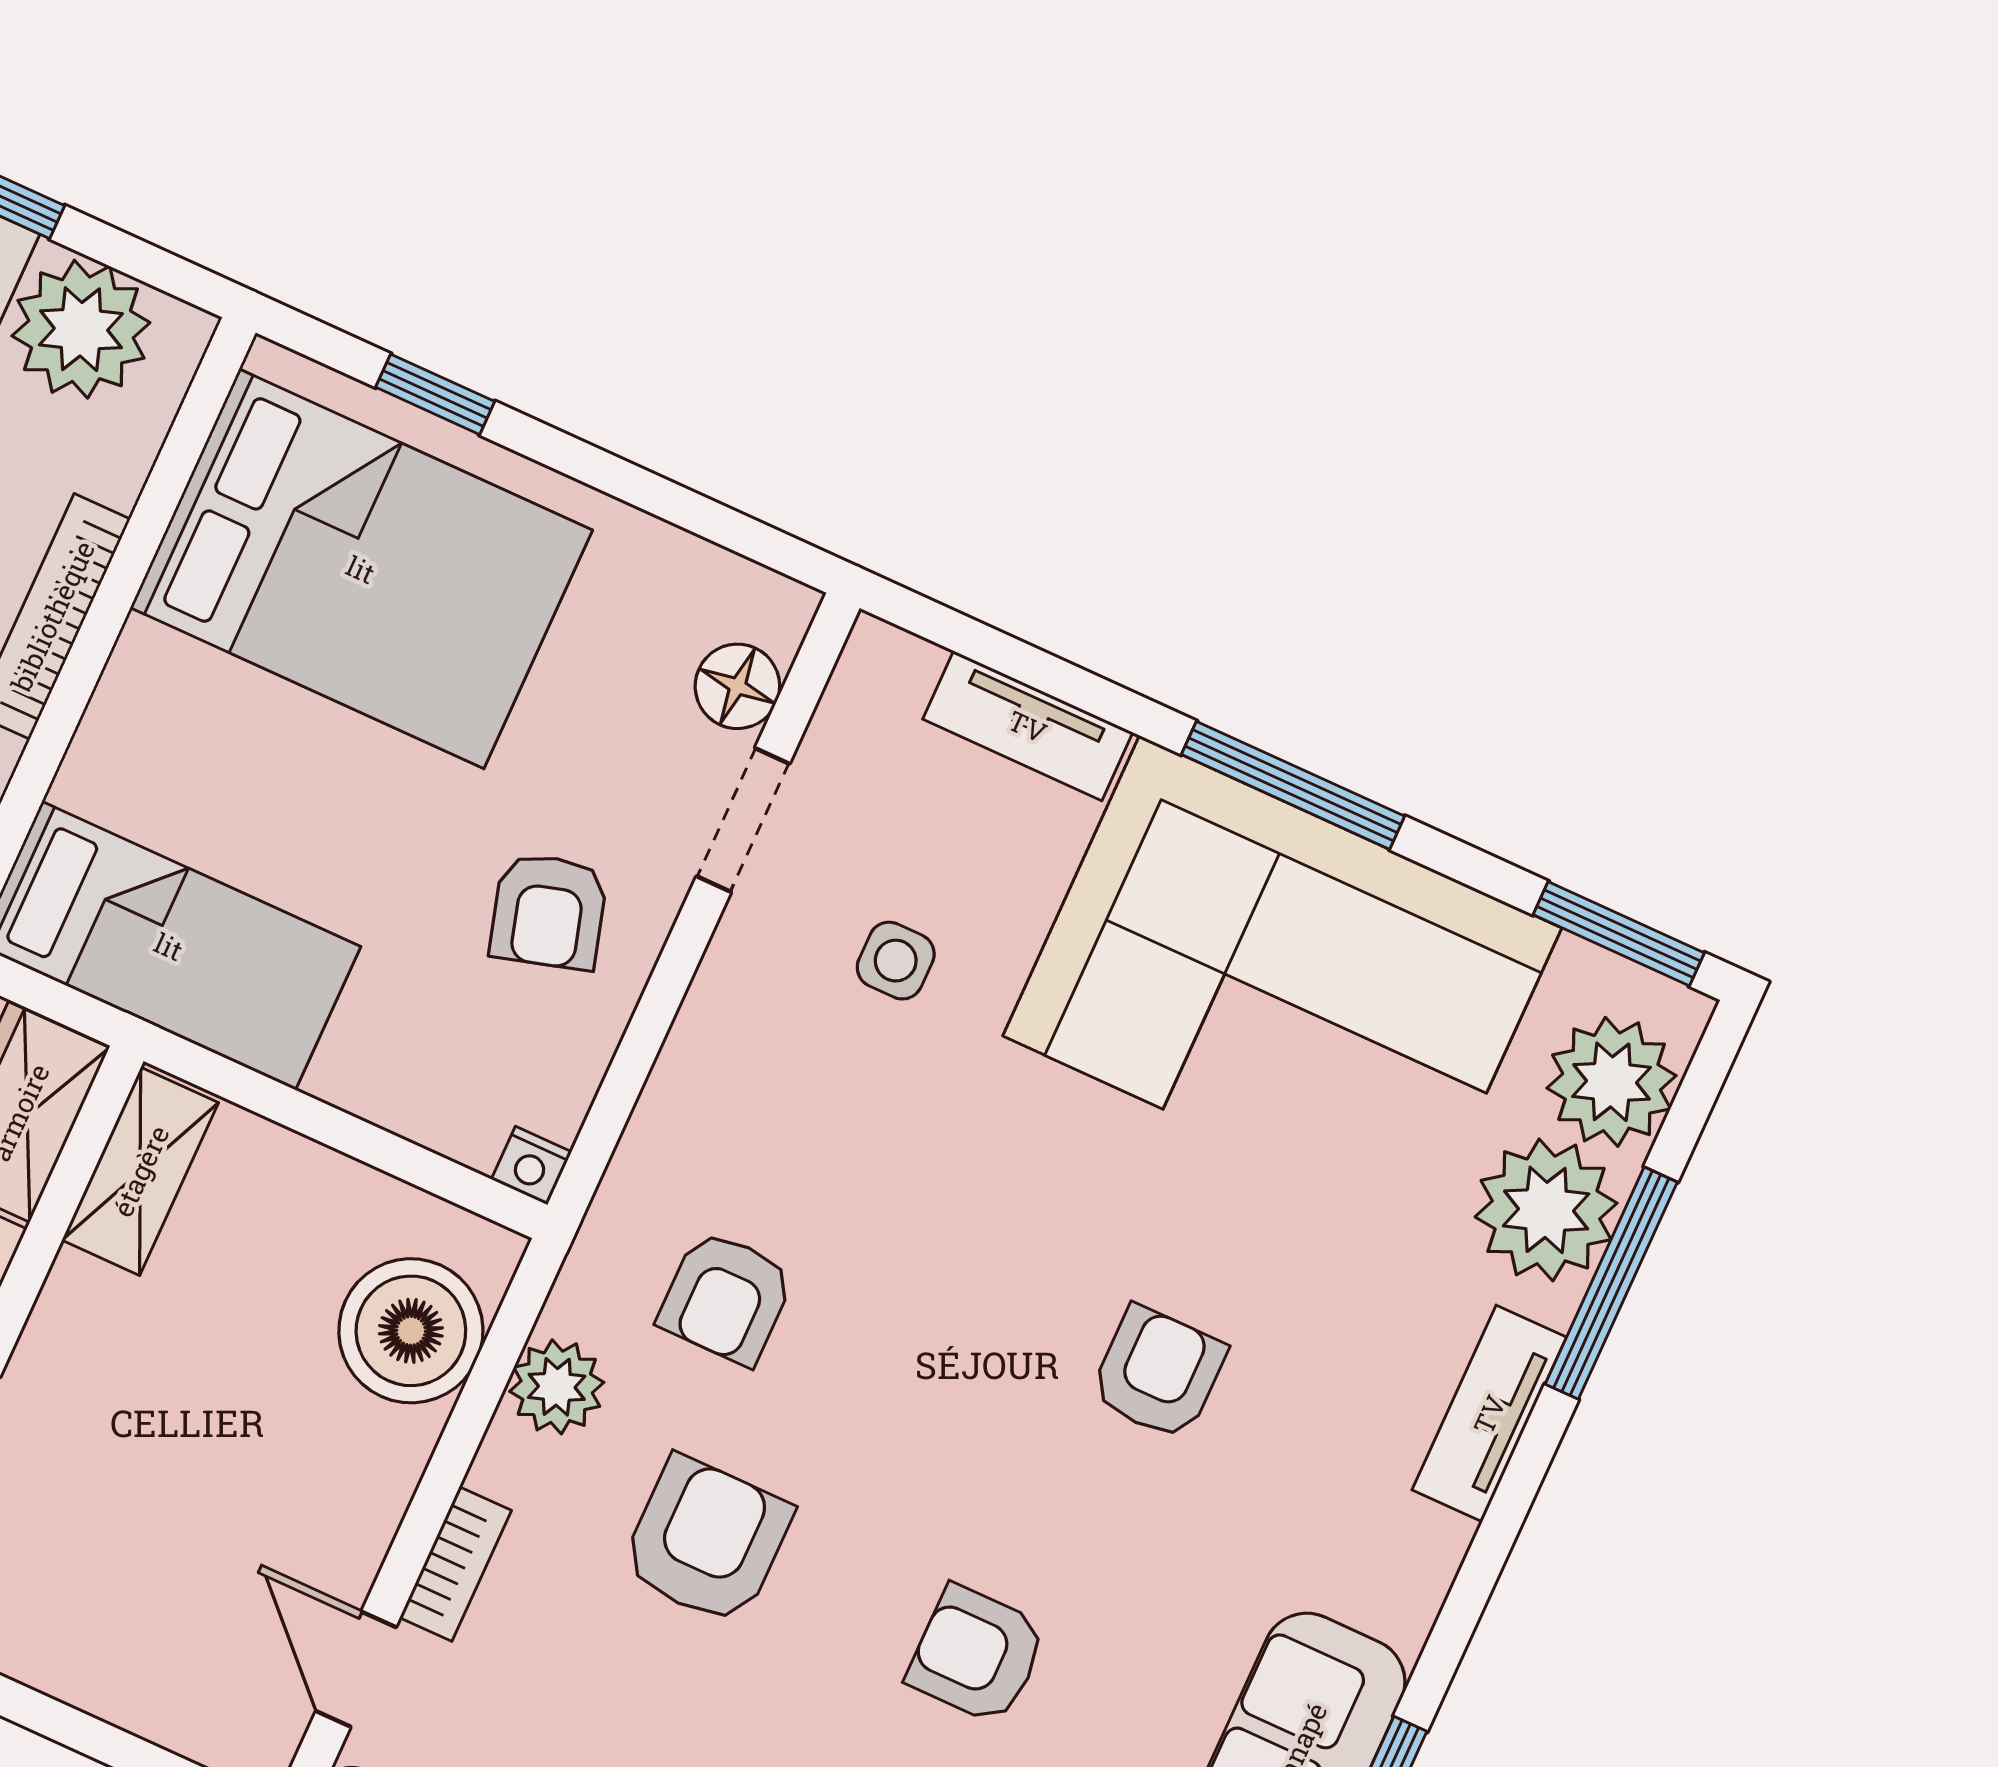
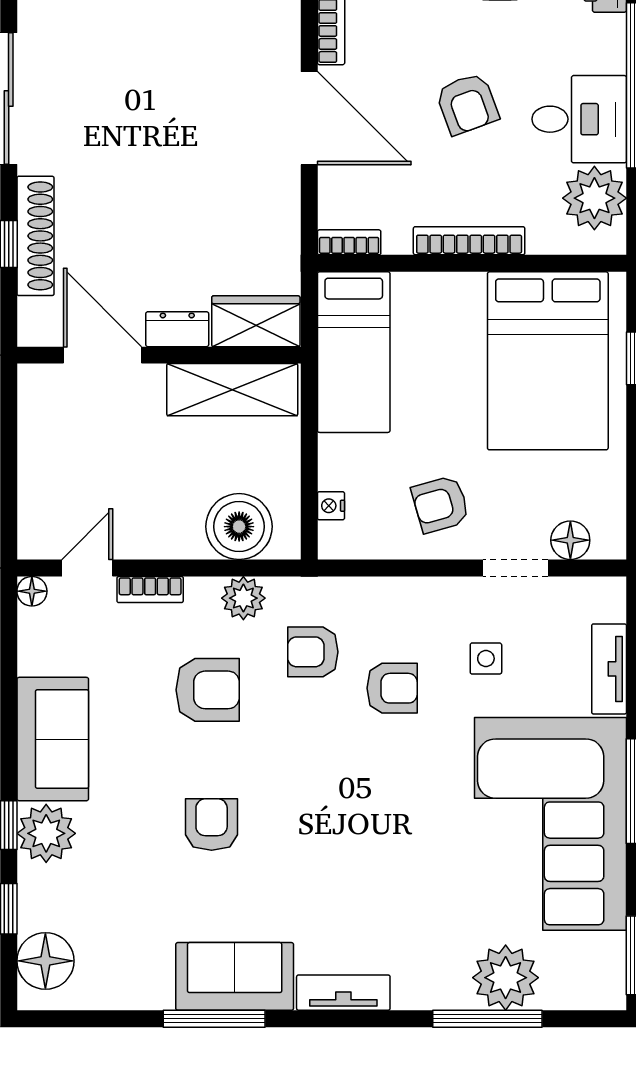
plant: (1612, 1082) -> (571, 981), removed
nightstand: (531, 1166) -> (331, 506), moved
shelving: (140, 1171) -> (232, 390), width x1.50, depth x1.33
armchair: (1158, 1373) -> (392, 688), moved
tv unit: (1489, 1414) -> (343, 993), moved

